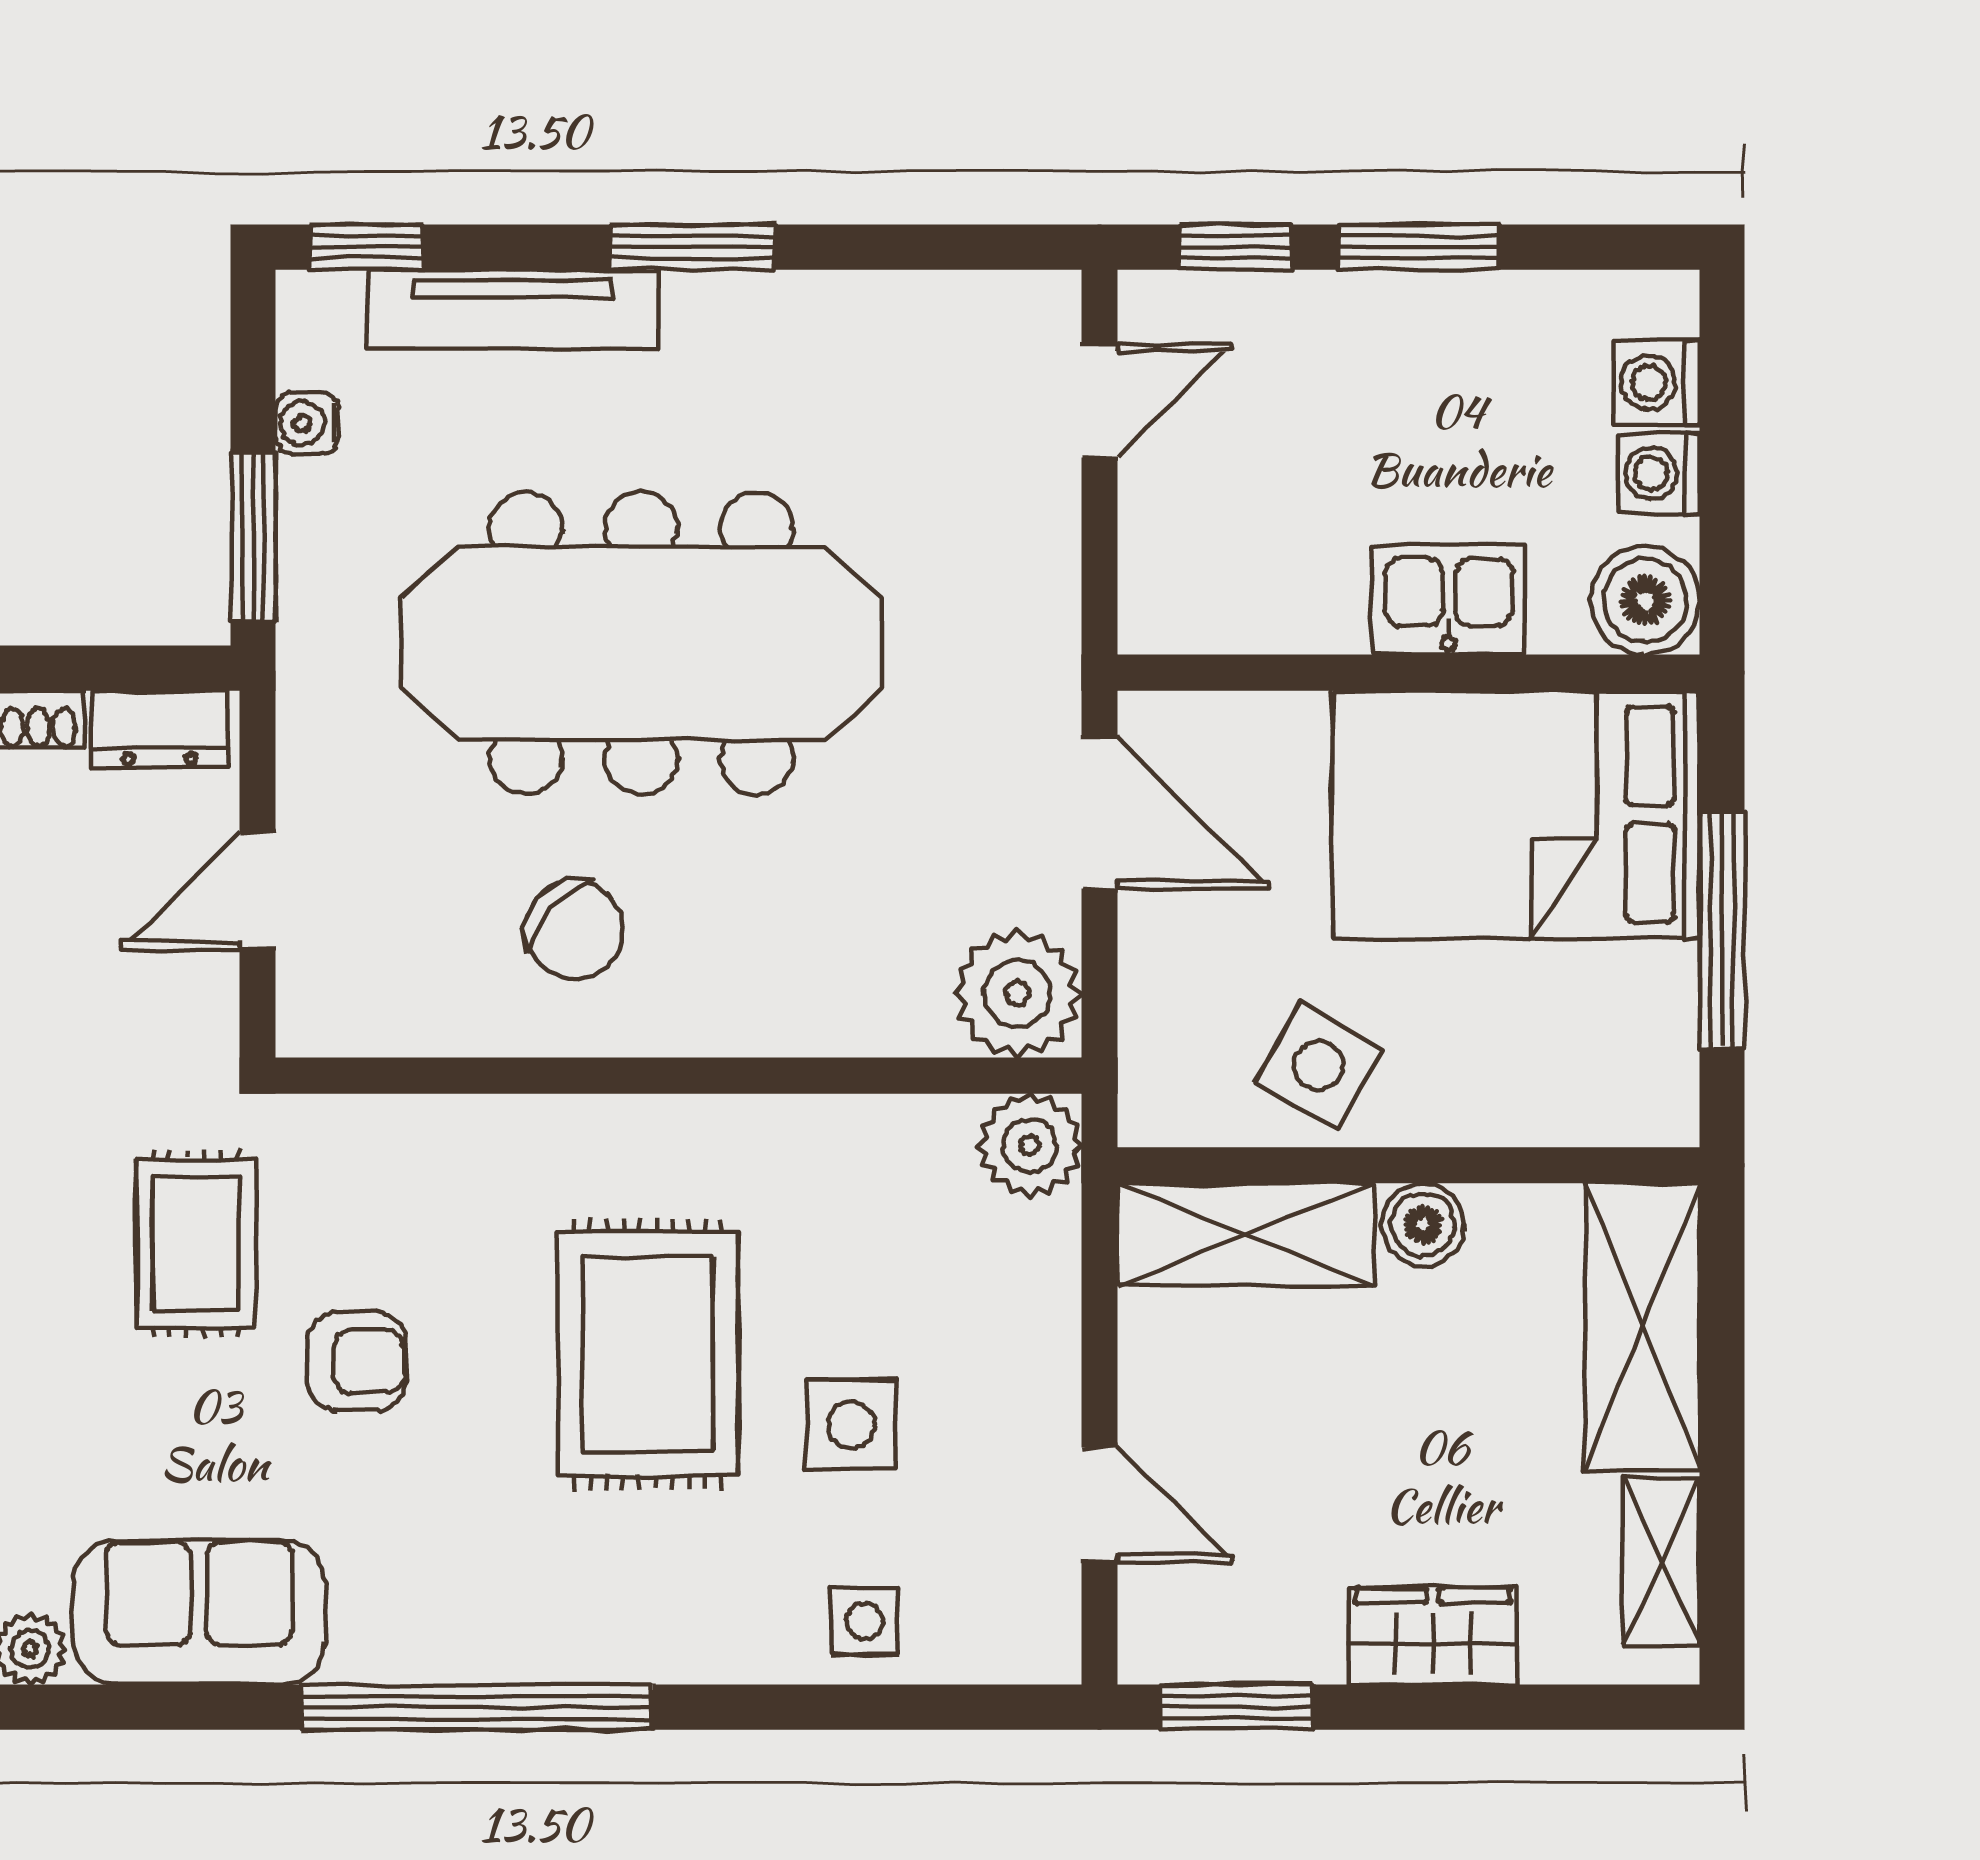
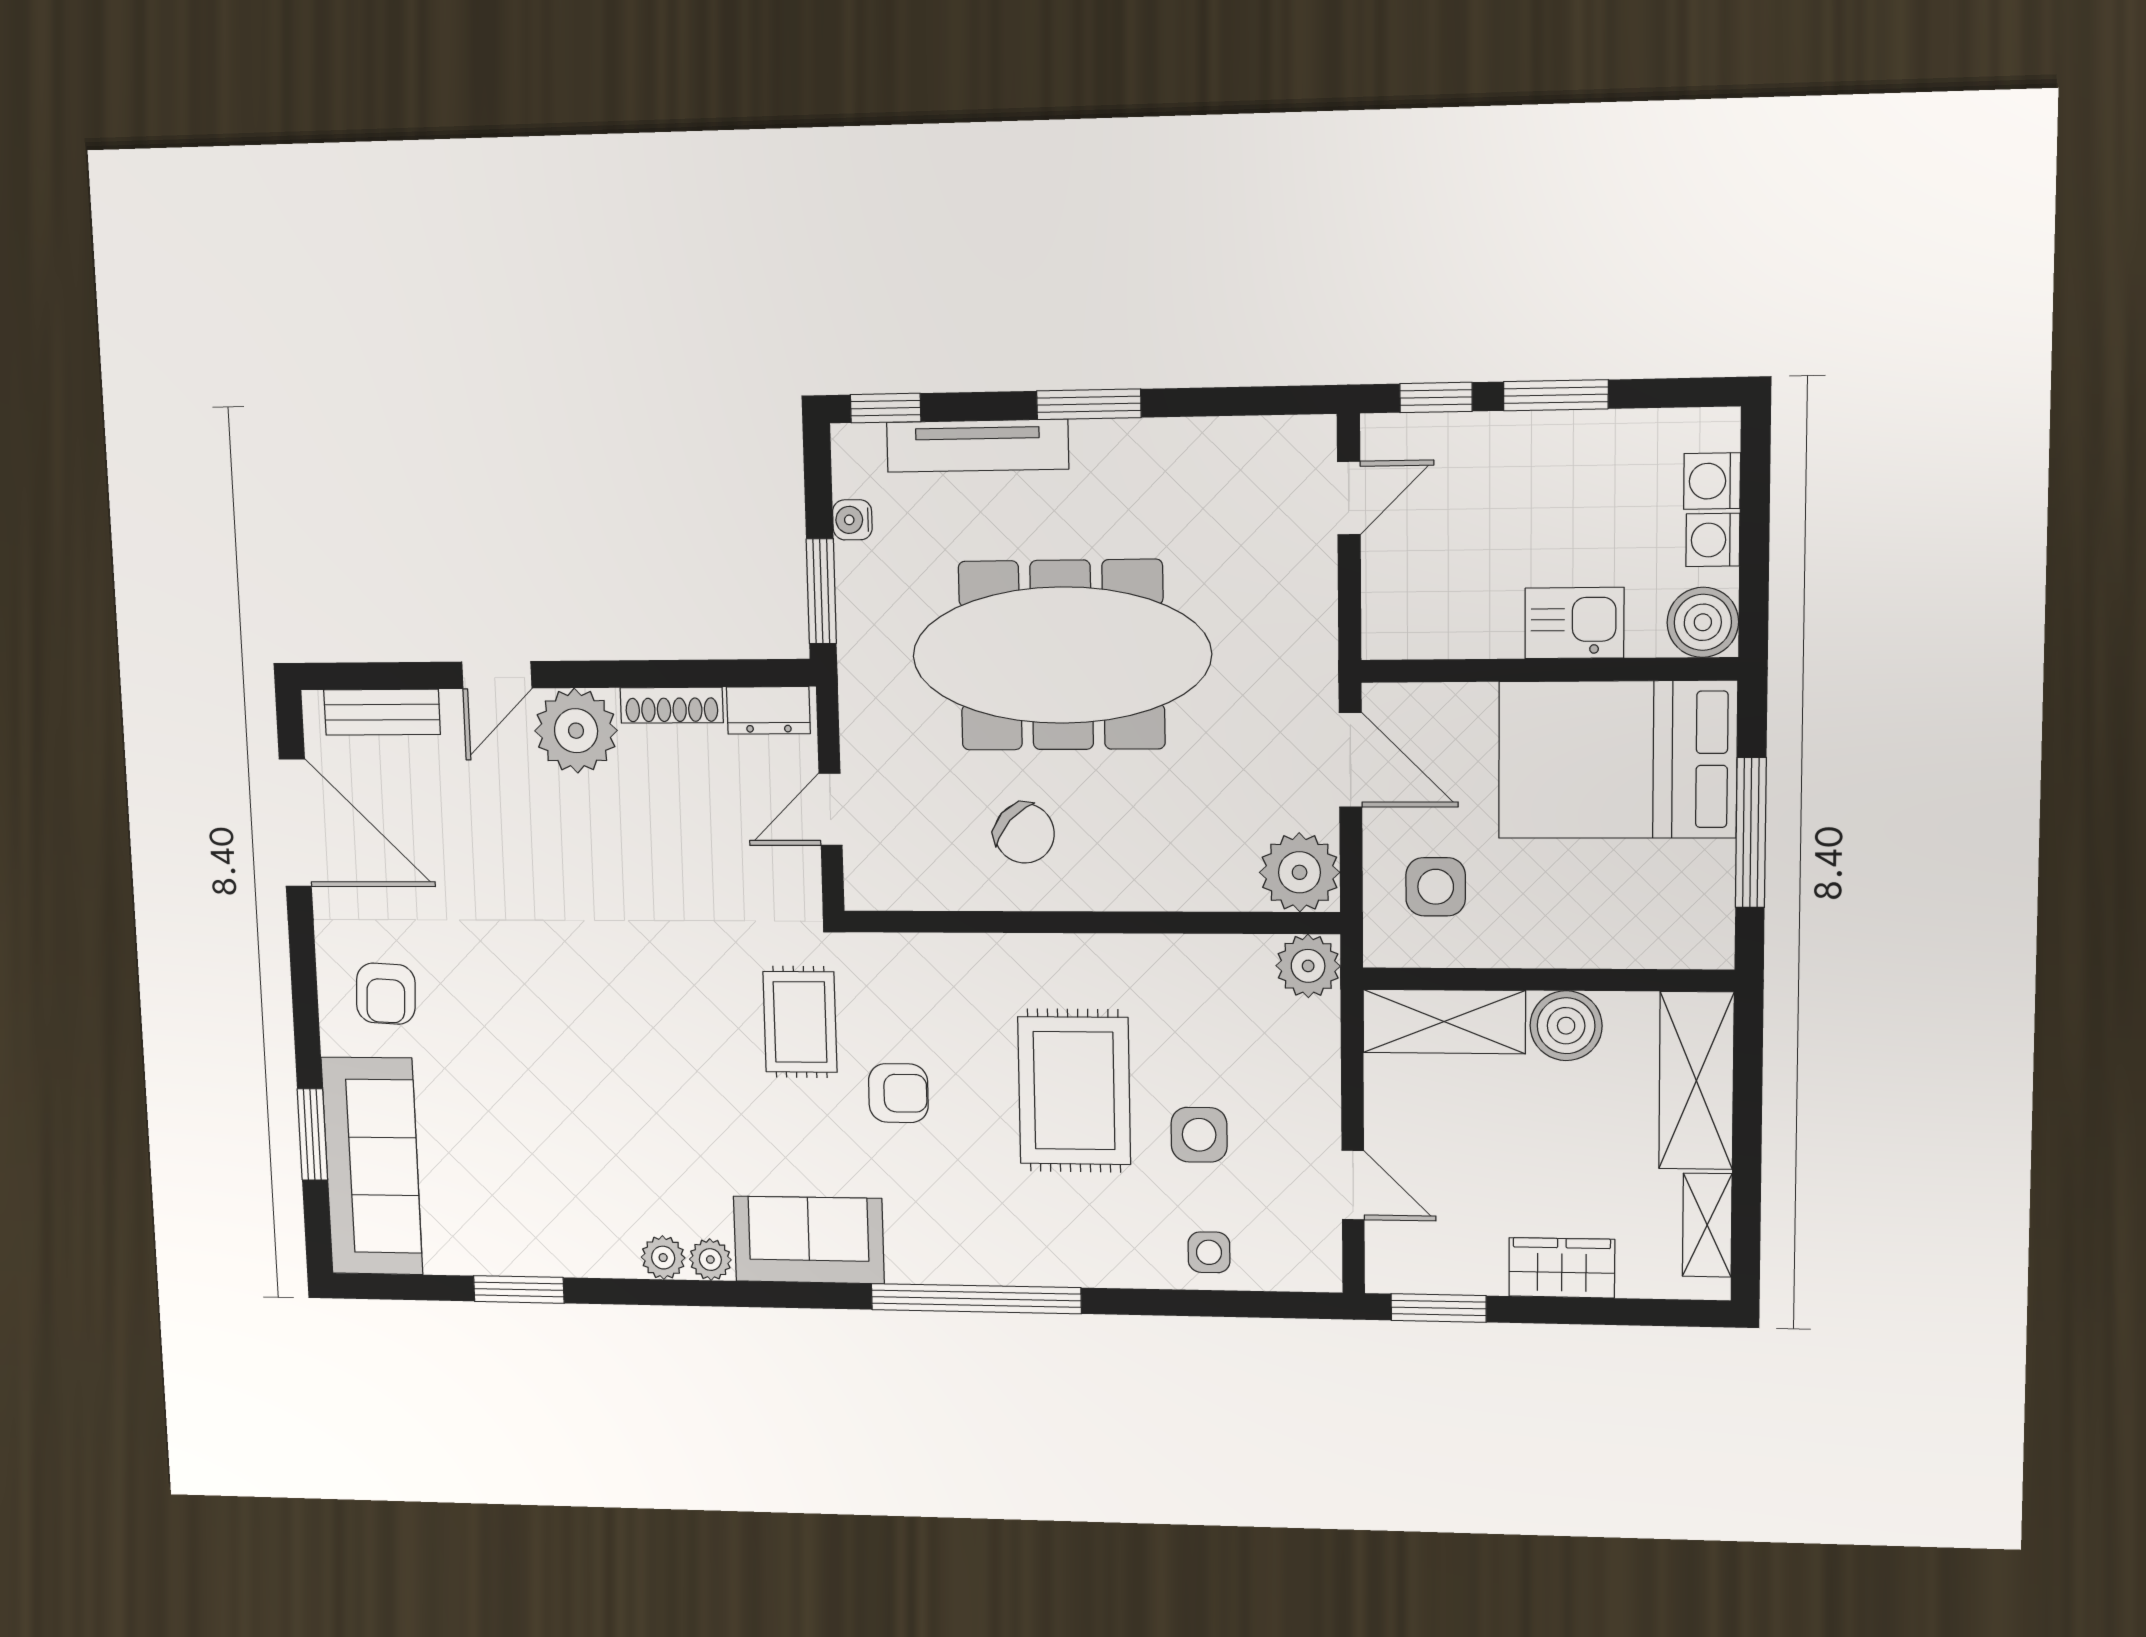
side table: (1318, 1066) -> (1436, 887), moved, turned -30
boiler: (1423, 1225) -> (1566, 1026), width x1.36, depth x1.36

